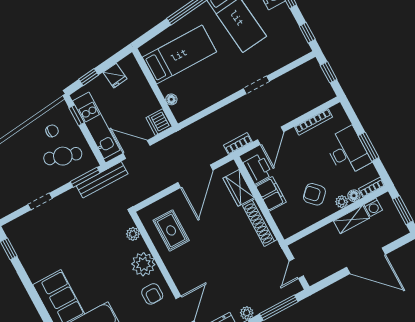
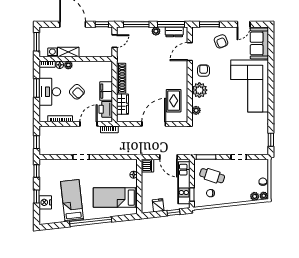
door: (195, 176) -> (154, 124), moved
bench: (102, 180) -> (197, 150), removed
armchair: (314, 194) -> (77, 92), moved
window: (326, 282) -> (102, 24), added

